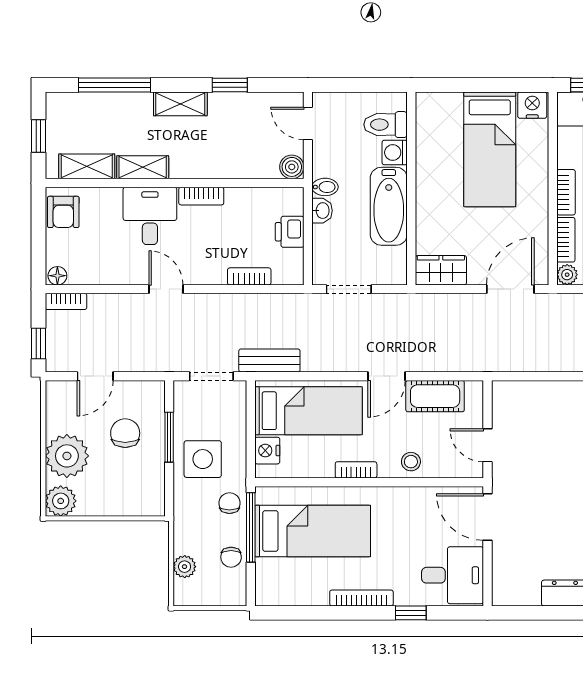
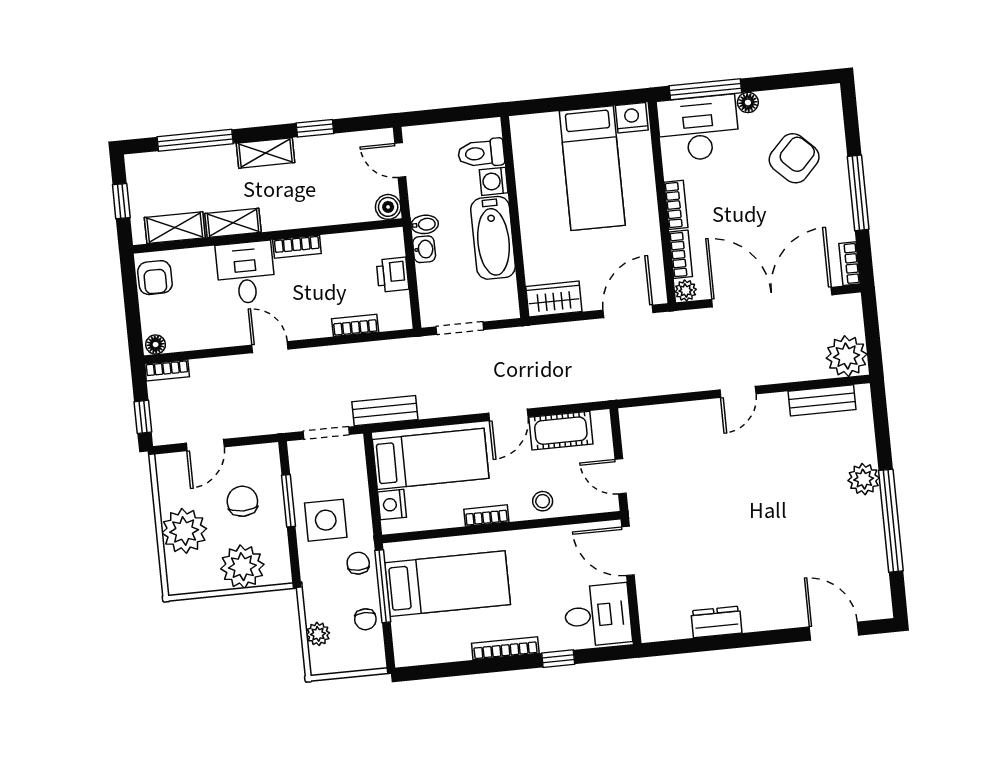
plant: (61, 501) -> (242, 567), moved, width x1.36, depth x1.36

